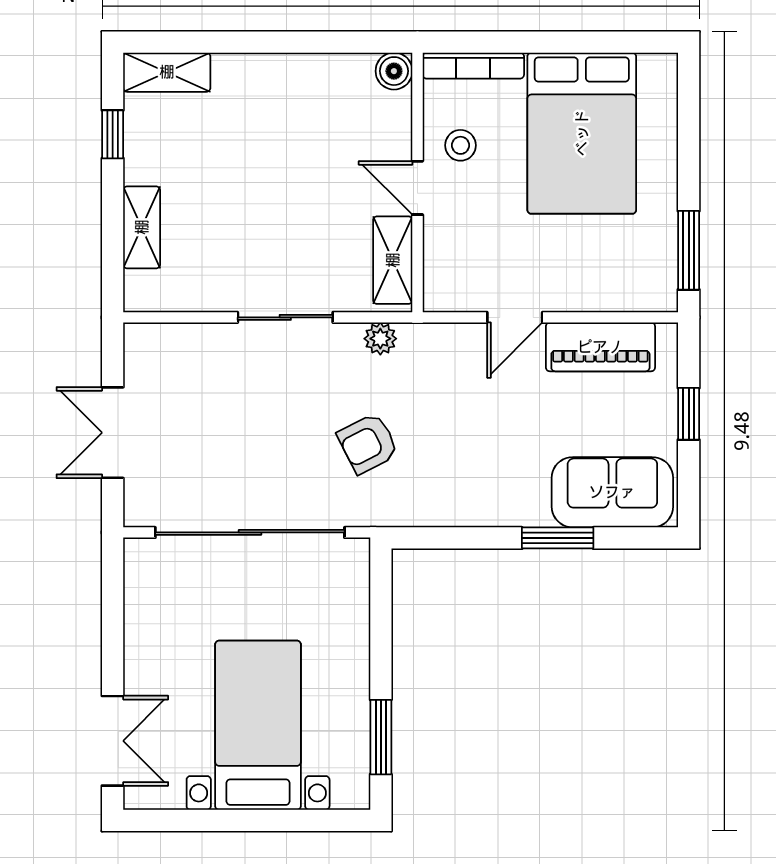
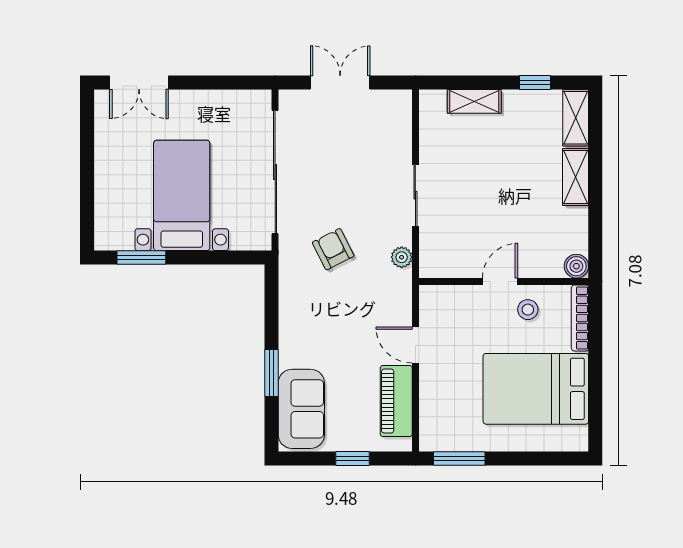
shelving: (393, 260) -> (576, 177), moved, turned 90
bed with nightstands: (258, 725) -> (182, 195), moved, turned -90

